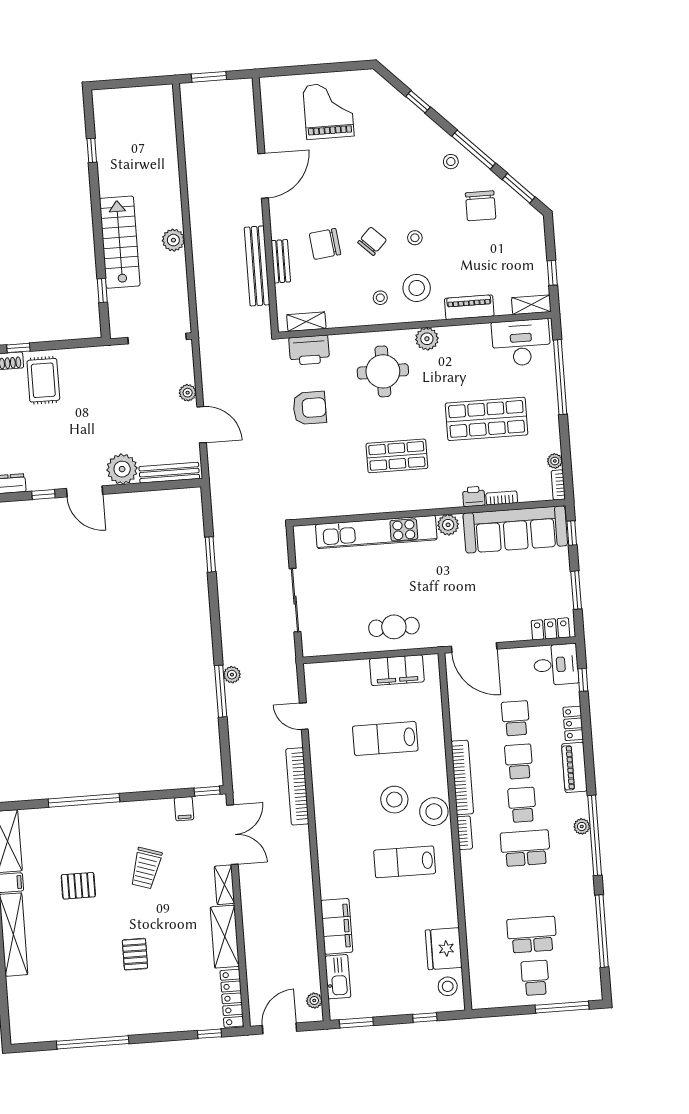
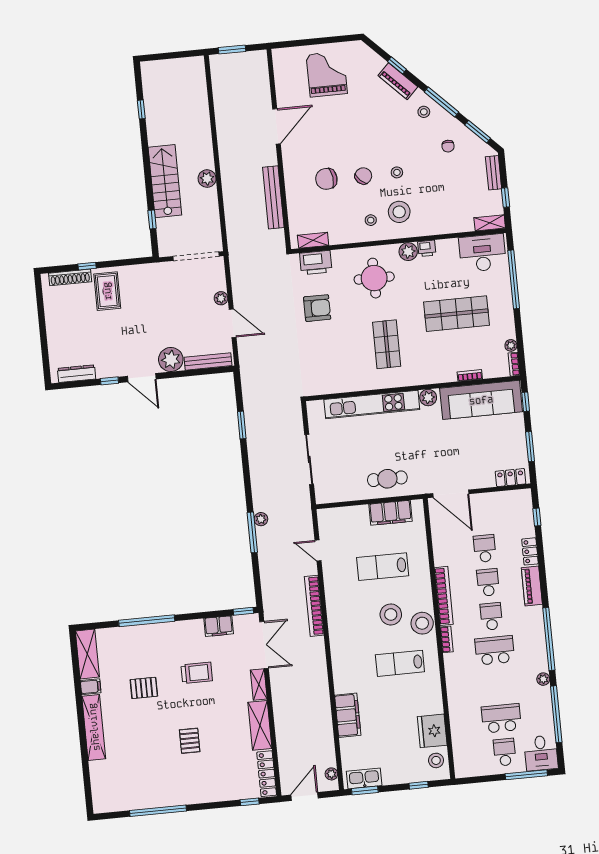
chair: (481, 206) -> (448, 146), width x0.54, depth x0.54
bench: (281, 261) -> (494, 173), moved
piano: (469, 307) -> (398, 81), moved, turned -135
shop shelf: (397, 456) -> (387, 344), turned 90
printer: (474, 496) -> (427, 248), moved, turned 180
desk: (556, 665) -> (541, 753), moved, turned 90
filing cabinet: (184, 809) -> (219, 626), width x2.00
plant: (582, 826) -> (543, 679), moved
trolley: (146, 868) -> (197, 673), turned -108
kitchen sink: (338, 977) -> (364, 778), moved, turned -90

